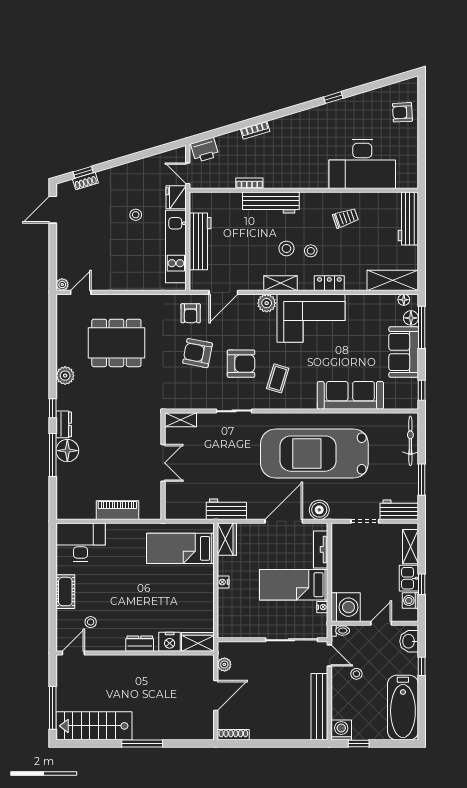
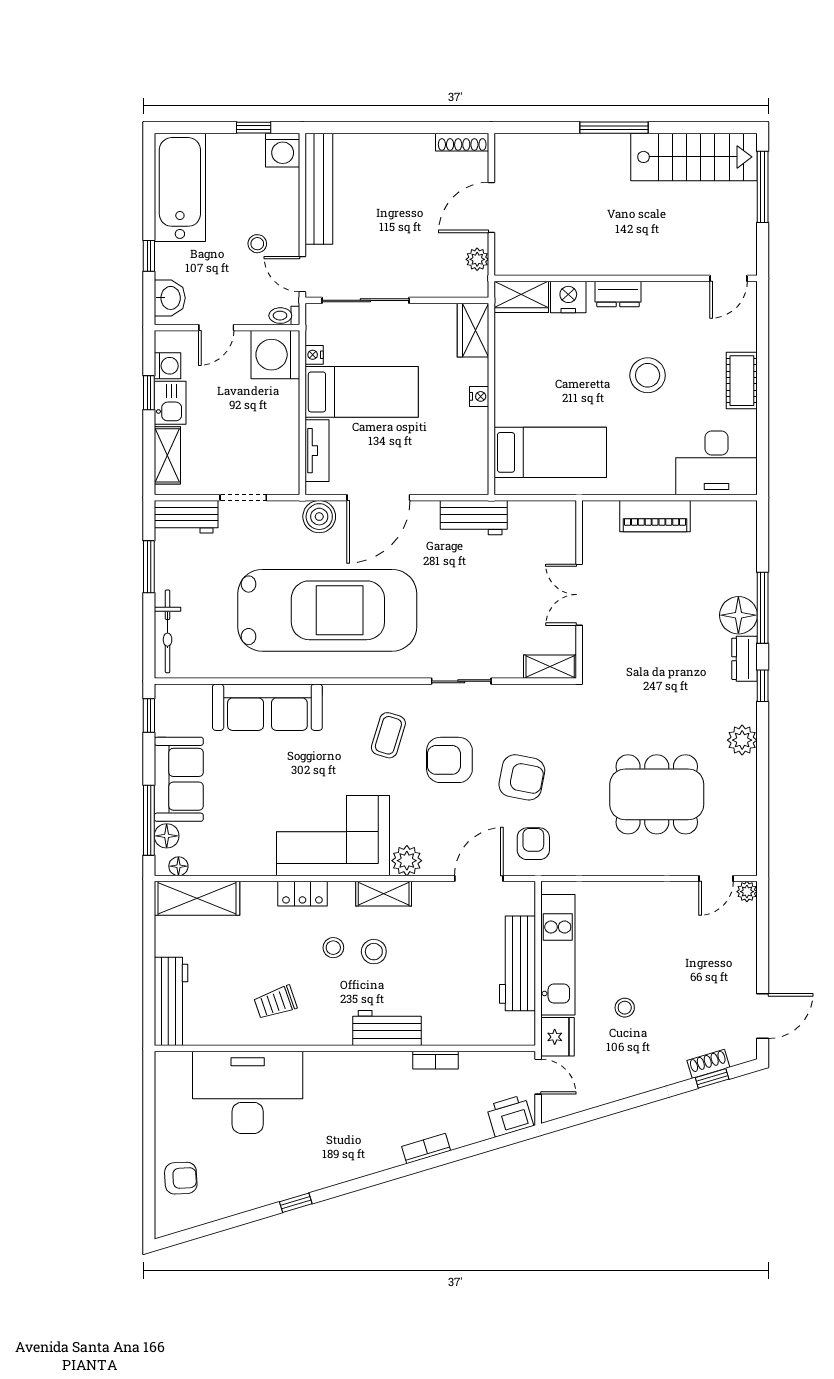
workbench: (271, 203) -> (387, 1028), width x0.73
wardrobe: (227, 539) -> (473, 330), moved
stool: (91, 622) -> (648, 375), moved, width x1.89, depth x1.89

